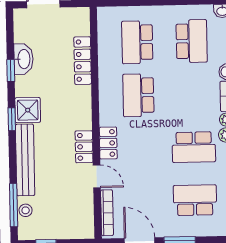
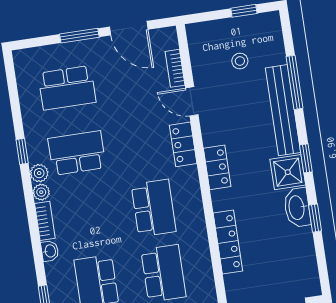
washbasin: (23, 59) -> (297, 208), moved
locker: (84, 147) -> (217, 167), moved
window: (14, 205) -> (294, 82), moved
stool: (26, 210) -> (240, 61), moved
bookcase: (107, 213) -> (175, 68), width x0.64

